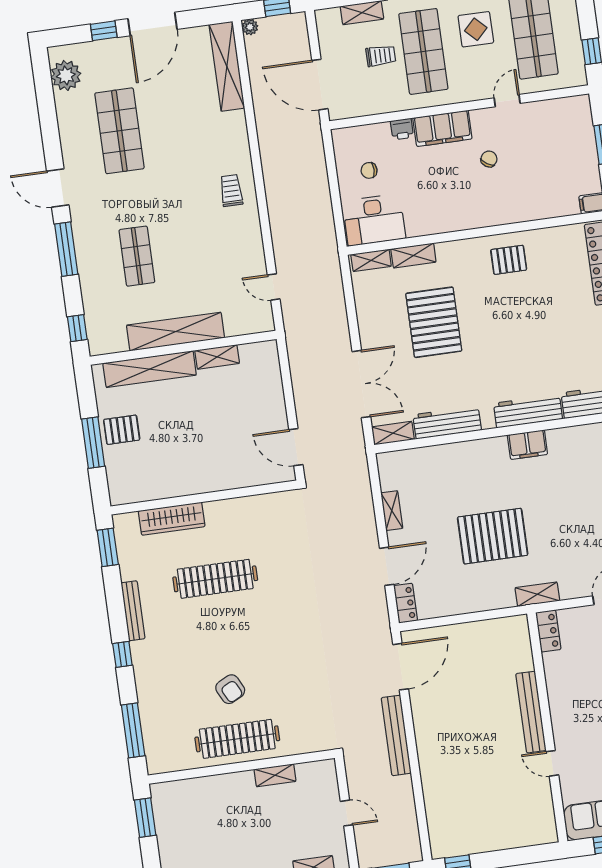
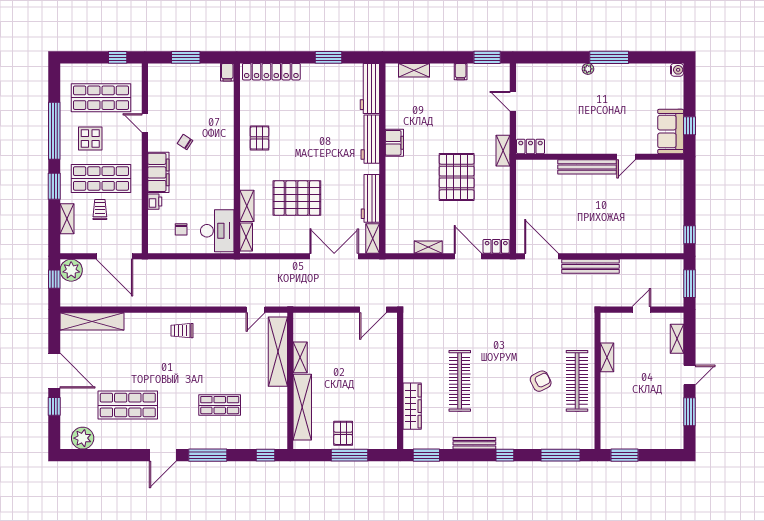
plant: (250, 27) -> (71, 270), moved, width x1.88, depth x1.88
door: (320, 85) -> (115, 256), hinge flipped
shelving: (176, 332) -> (278, 352), moved

